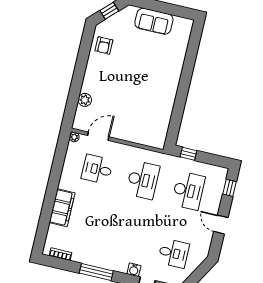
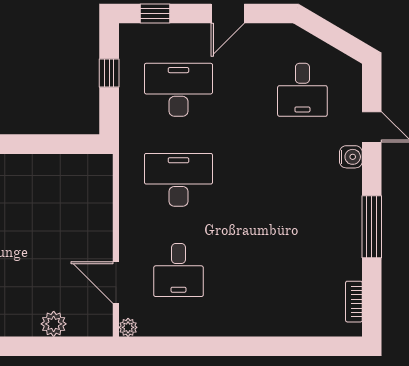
window: (188, 154) -> (109, 73), moved
filing cabinet: (62, 208) -> (266, 319), removed
desk: (174, 253) -> (302, 90), turned 180

